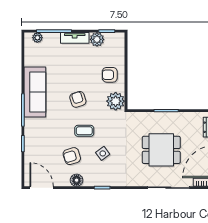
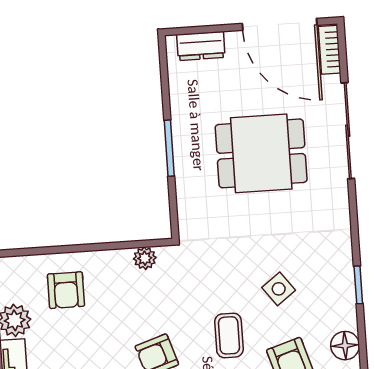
armchair: (110, 75) -> (66, 290), moved
plant: (116, 101) -> (145, 258), width x0.53, depth x0.53
dining table: (161, 150) -> (261, 153), turned 90

